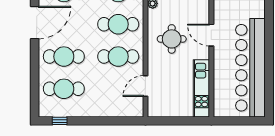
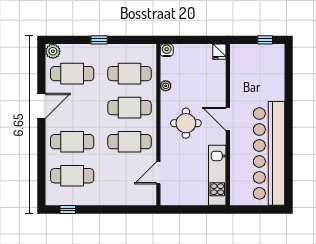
door: (35, 23) -> (41, 106), width x0.73

